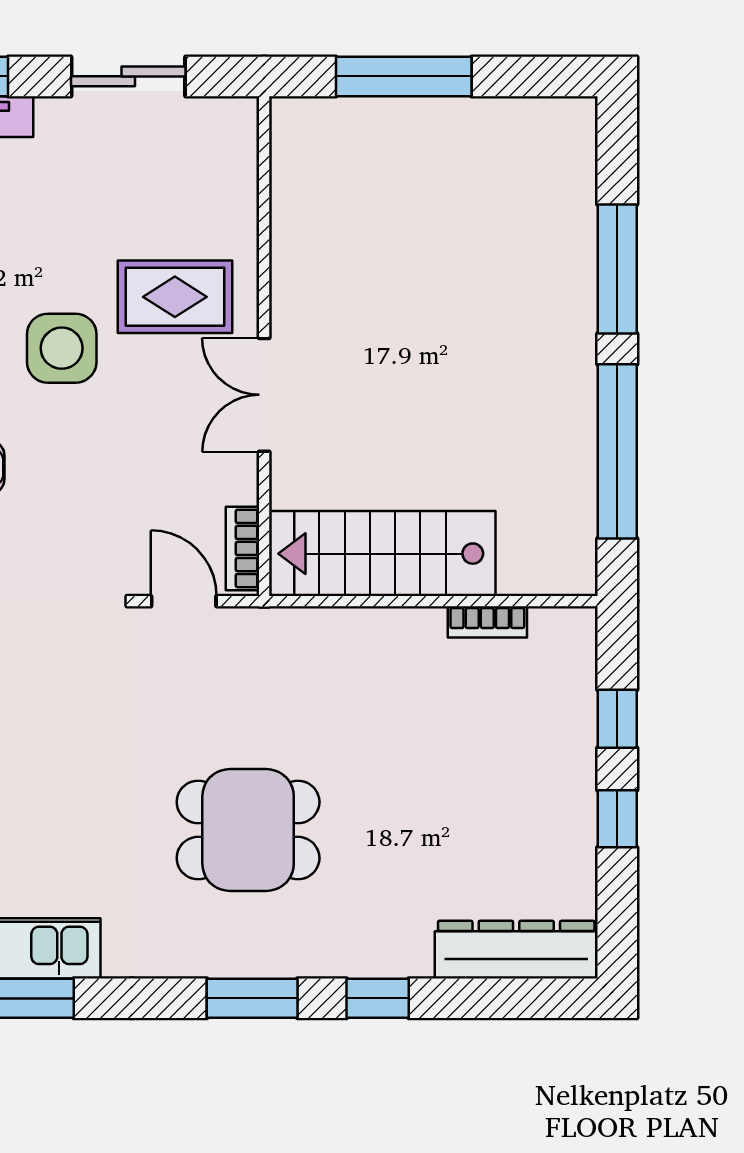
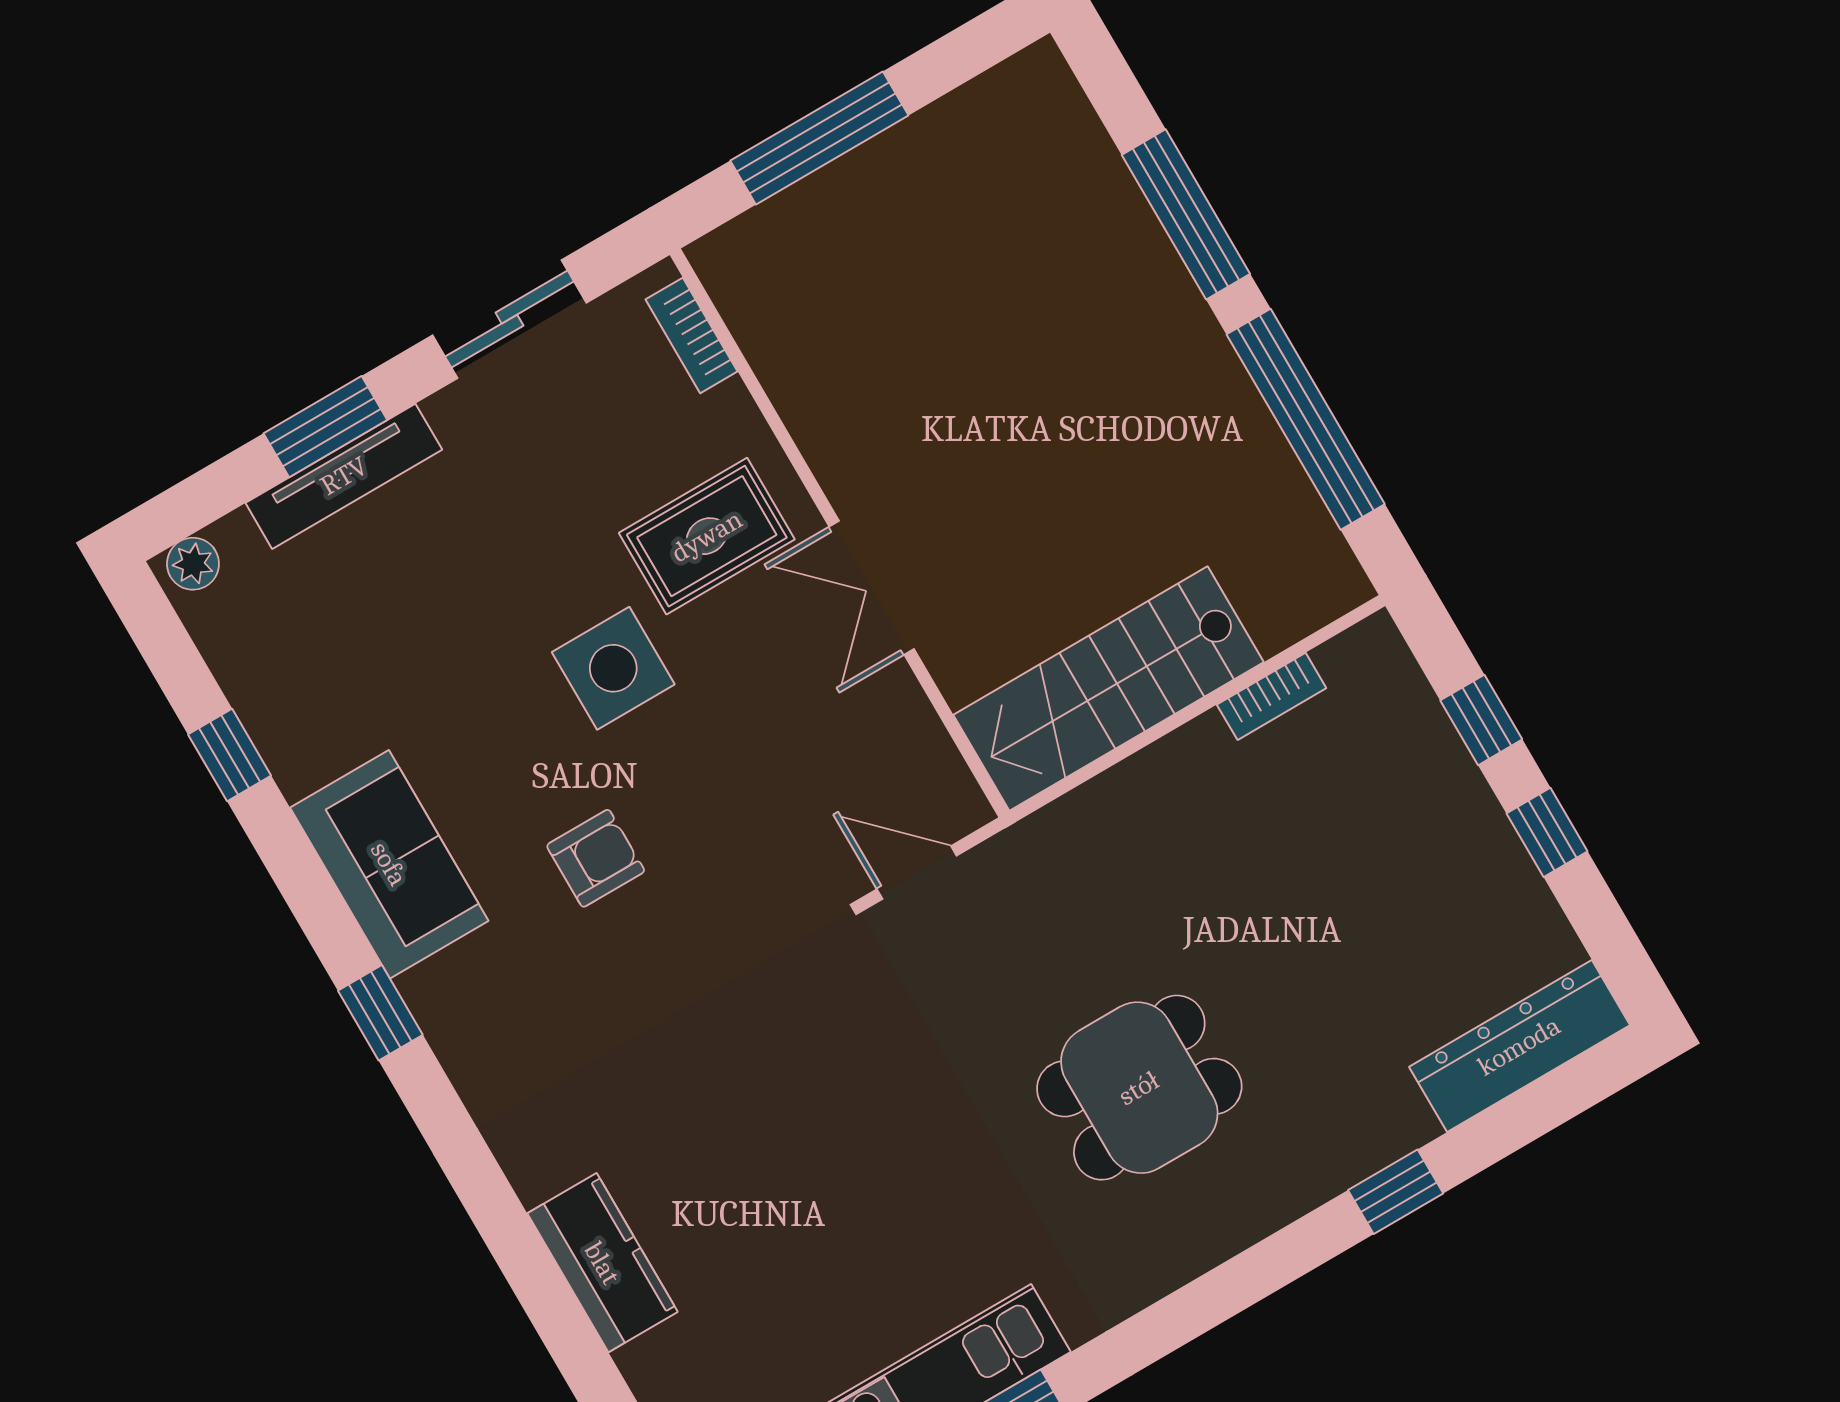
bookcase: (243, 548) -> (692, 335), moved
window: (252, 998) -> (1255, 1274), removed

